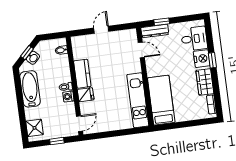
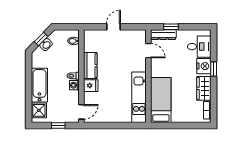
bathtub: (30, 89) -> (39, 85), moved

